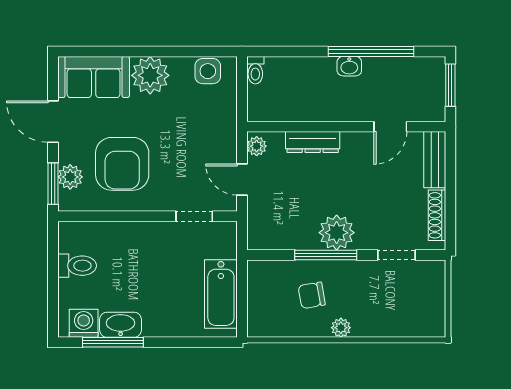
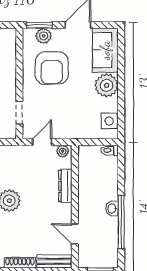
armchair: (122, 164) -> (52, 68), turned -90

